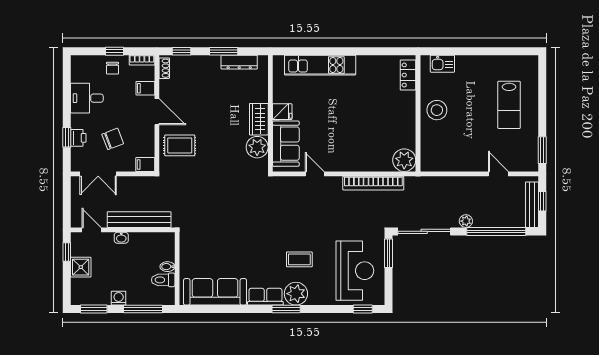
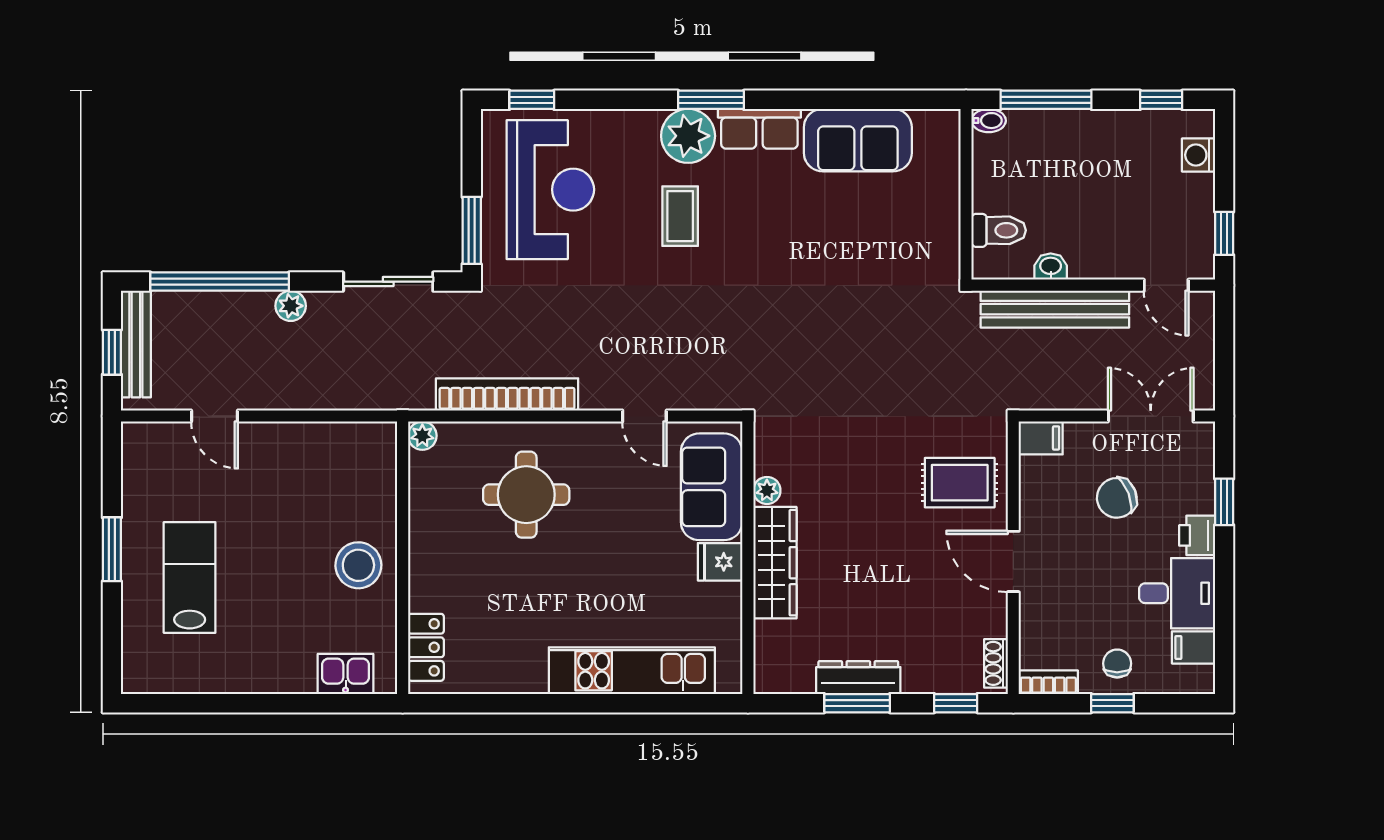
dresser: (239, 62) -> (858, 678), moved
filing cabinet: (145, 88) -> (1193, 647), moved, turned 180
wardrobe: (259, 119) -> (775, 563), width x1.50
printer: (78, 138) -> (1197, 535), moved
round table: (365, 140) -> (526, 495), added
plant: (257, 147) -> (767, 490), width x0.53, depth x0.53
window: (542, 150) -> (112, 549), moved
plant: (404, 160) -> (422, 436), width x0.53, depth x0.53
sliding door: (424, 231) -> (388, 282), width x0.73
washbasin: (121, 238) -> (1051, 267), moved
coffee table: (299, 259) -> (680, 216), turned 90
shower: (81, 267) -> (1192, 198), removed
bidet: (167, 267) -> (989, 121), moved
reception desk: (355, 271) -> (550, 190), turned 180
toilet: (163, 280) -> (999, 230), moved
sofa: (215, 292) -> (858, 140), width x0.73
washing machine: (119, 298) -> (1198, 155), moved, turned 90
window: (94, 309) -> (1161, 100), width x0.67

